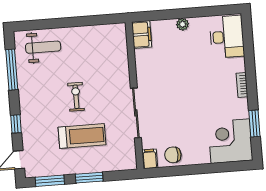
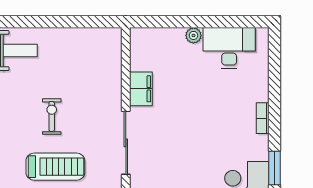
filing cabinet: (142, 35) -> (141, 89), moved
desk: (227, 37) -> (229, 48), moved, turned -90

